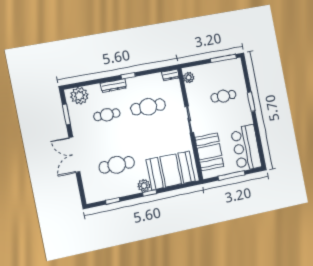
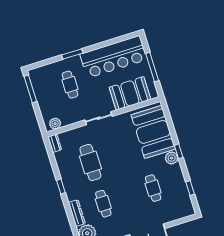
dresser: (113, 86) -> (77, 213), moved
bar counter: (246, 148) -> (114, 57), width x1.36
cafe table: (117, 165) -> (153, 188), width x0.73, depth x0.74

